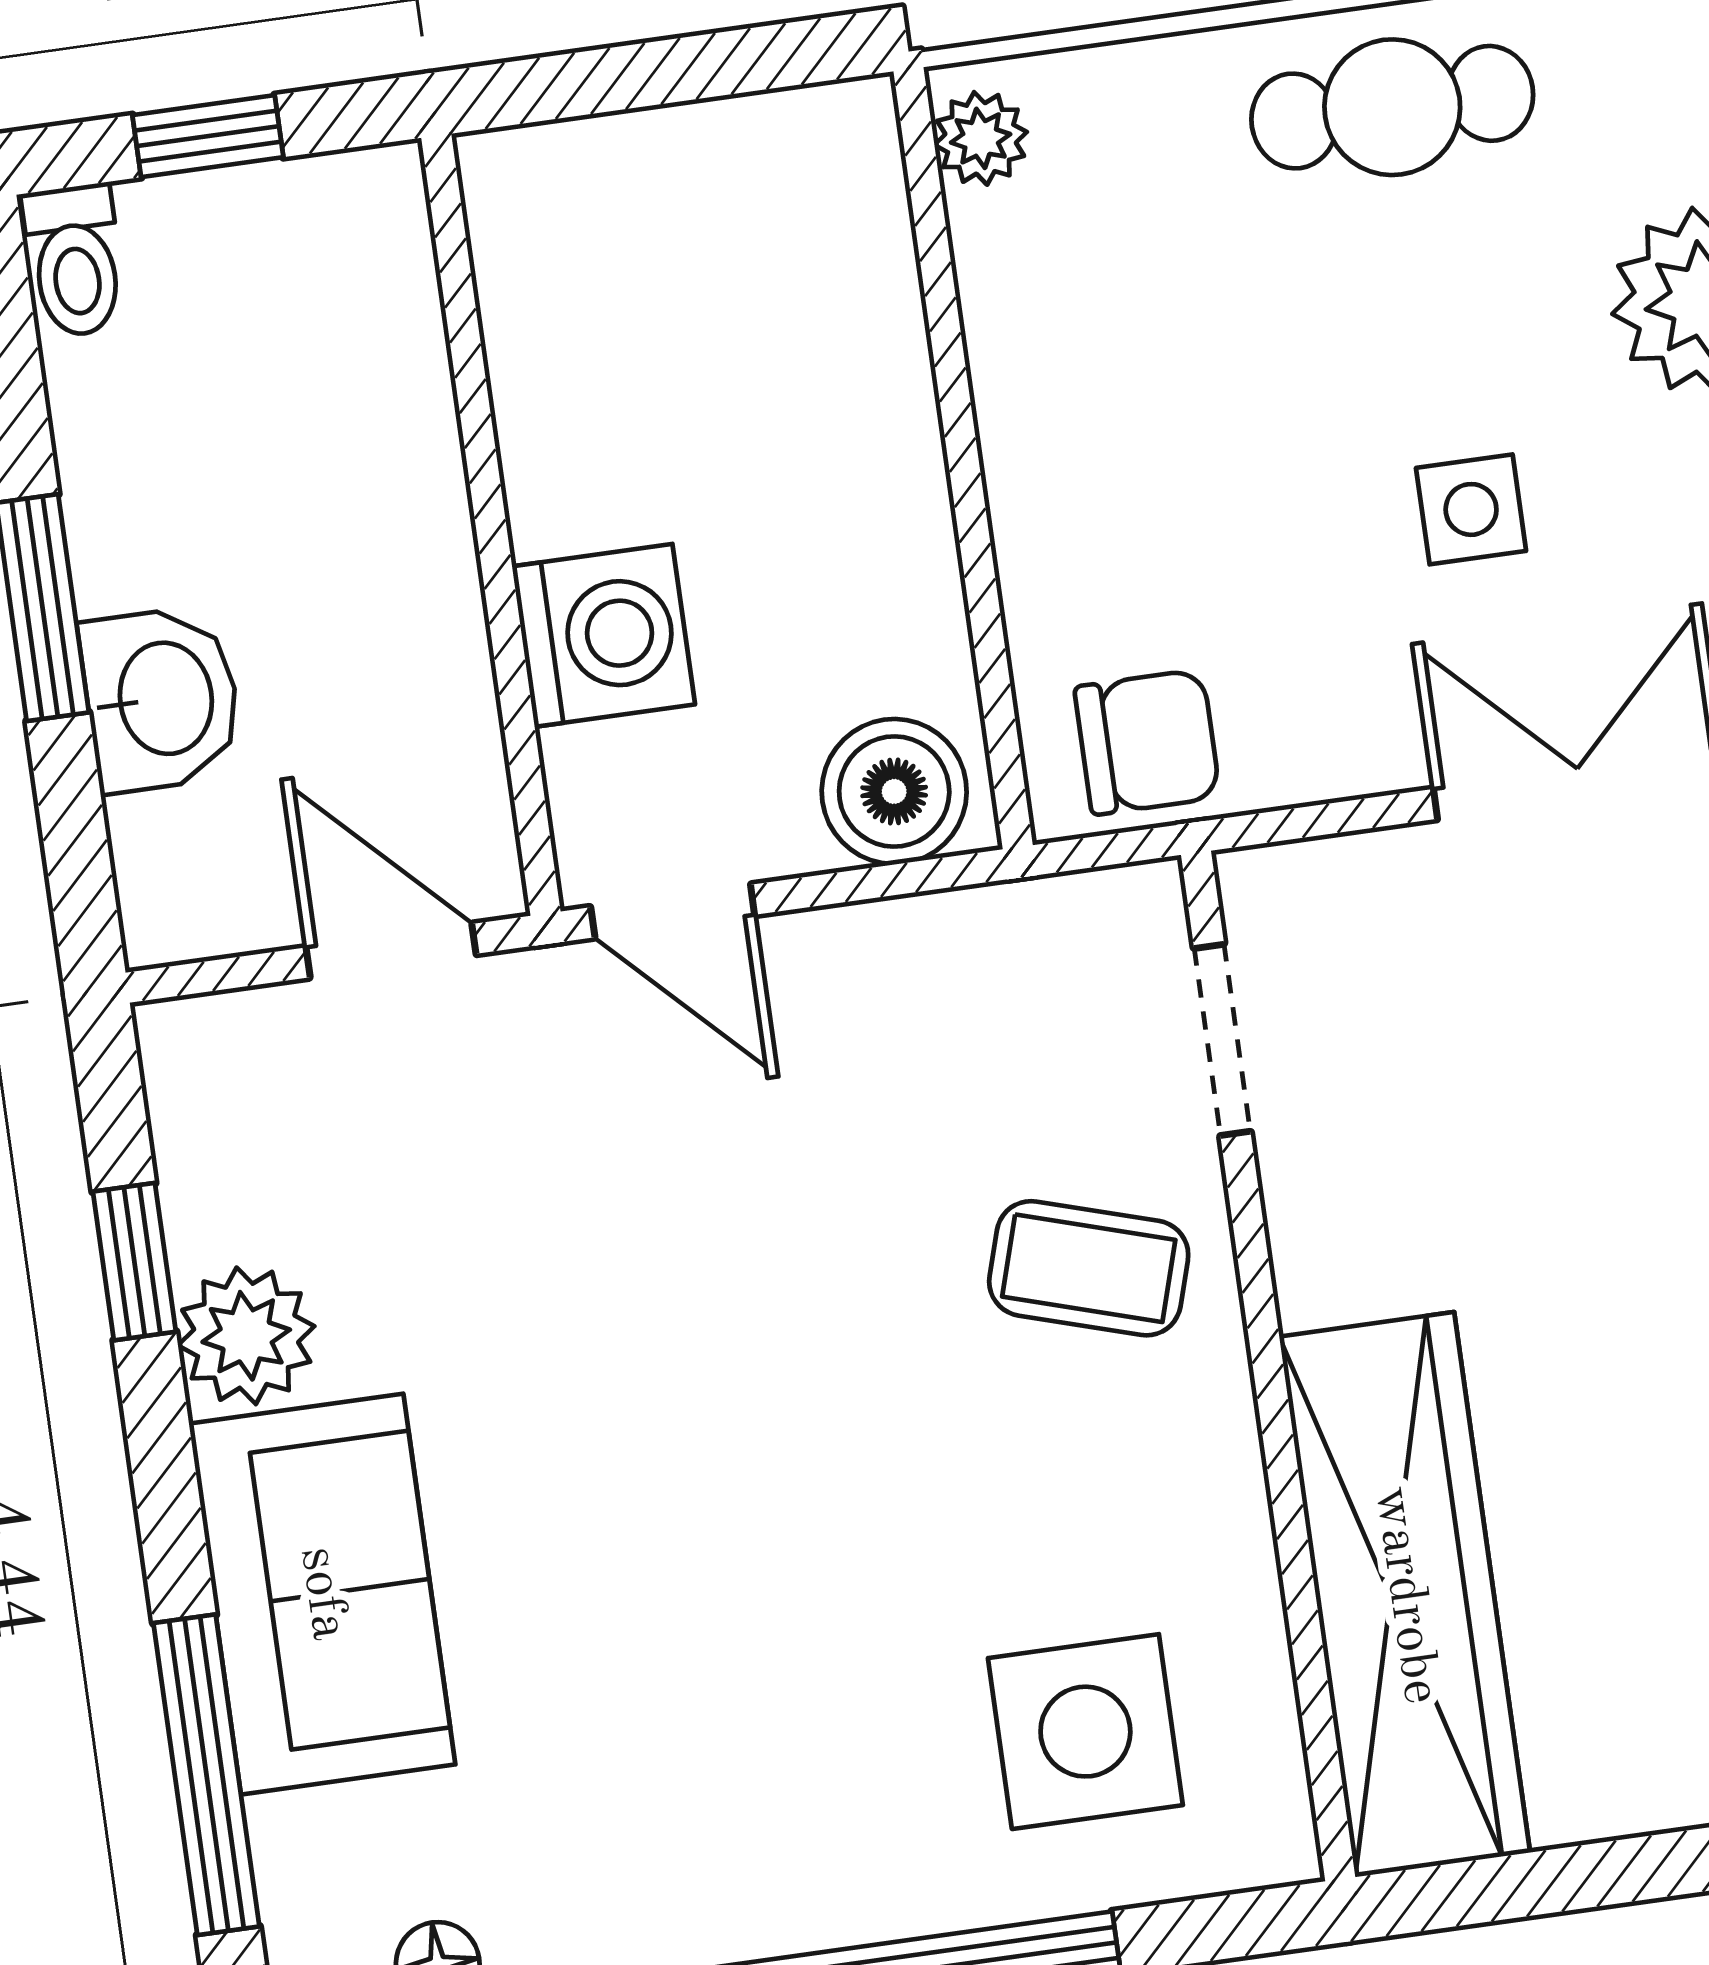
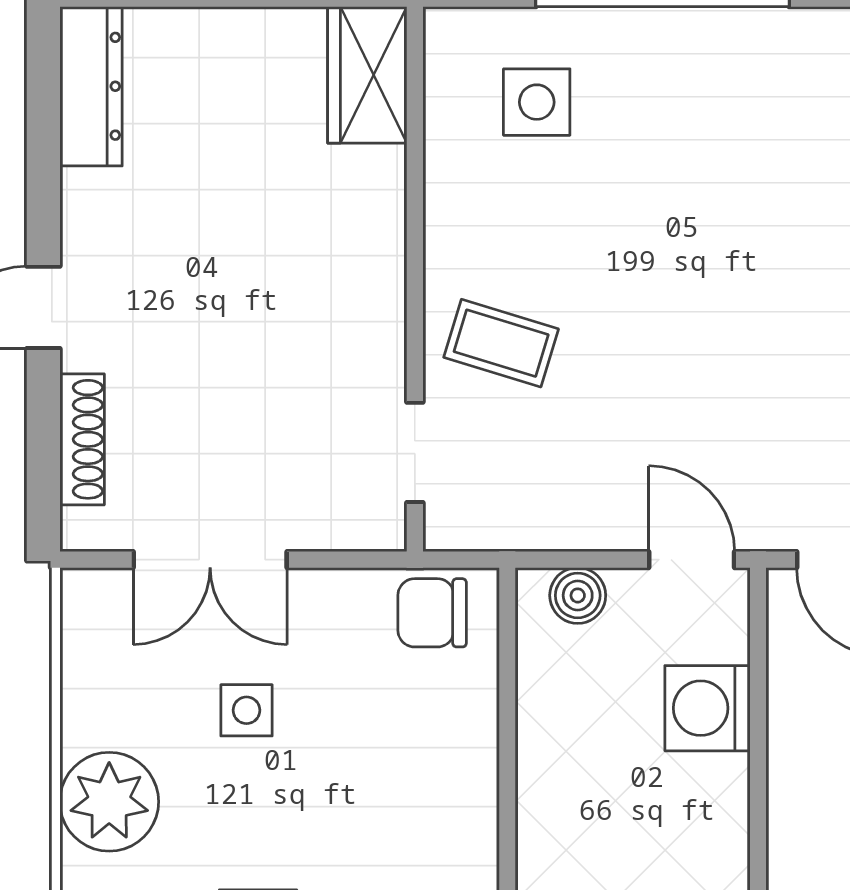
boiler: (894, 791) -> (578, 595), width x0.73, depth x0.73
wardrobe: (1405, 1595) -> (367, 75), width x0.48, depth x0.85
side table: (1085, 1732) -> (537, 102), width x0.73, depth x0.73

